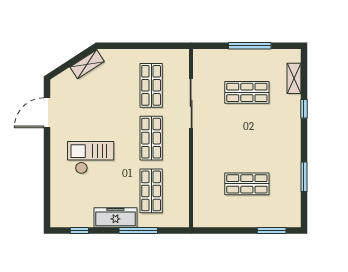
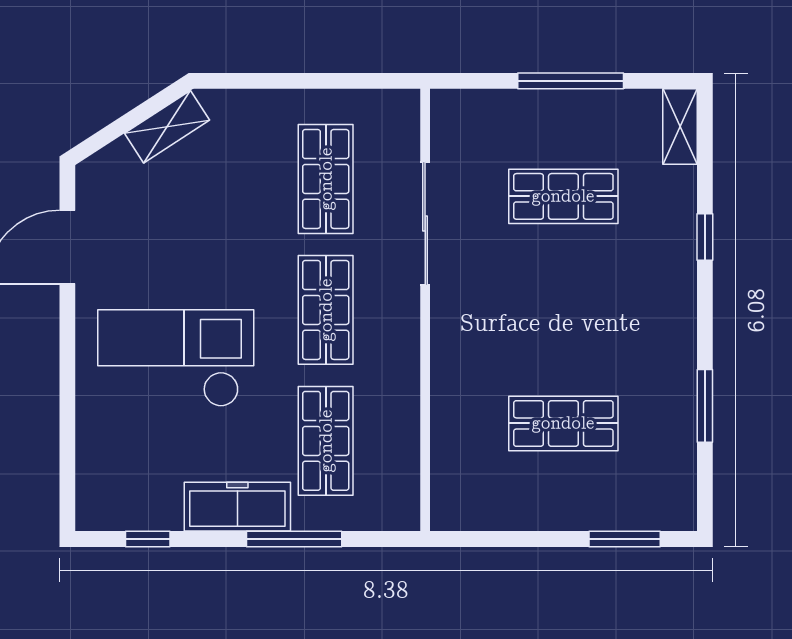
shelving: (294, 78) -> (680, 126), moved
checkout: (91, 158) -> (176, 358), width x1.36, depth x1.21

